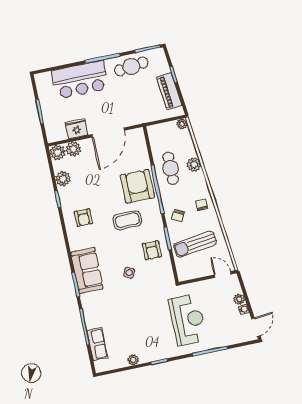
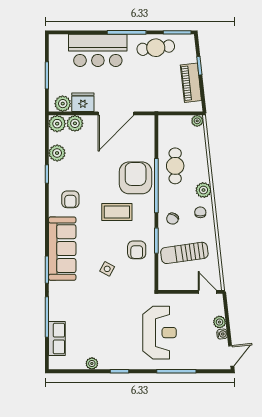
plant: (59, 134) -> (63, 104), added
plant: (194, 165) -> (203, 190), moved
sofa: (87, 270) -> (62, 249), width x1.36

